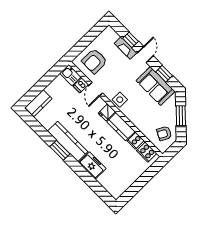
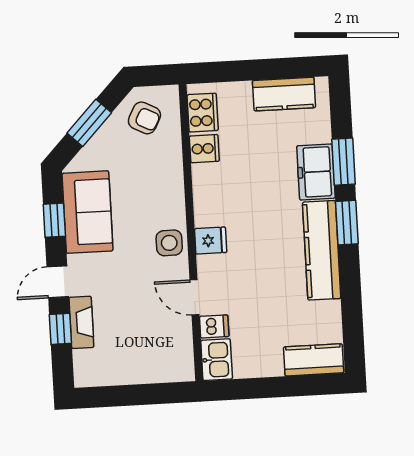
armchair: (94, 61) -> (154, 347), removed
door: (96, 89) -> (194, 297), swing flipped
kitchen counter: (121, 127) -> (284, 94), moved, turned 90
window: (60, 150) -> (347, 223), moved
window: (86, 177) -> (343, 162), added

